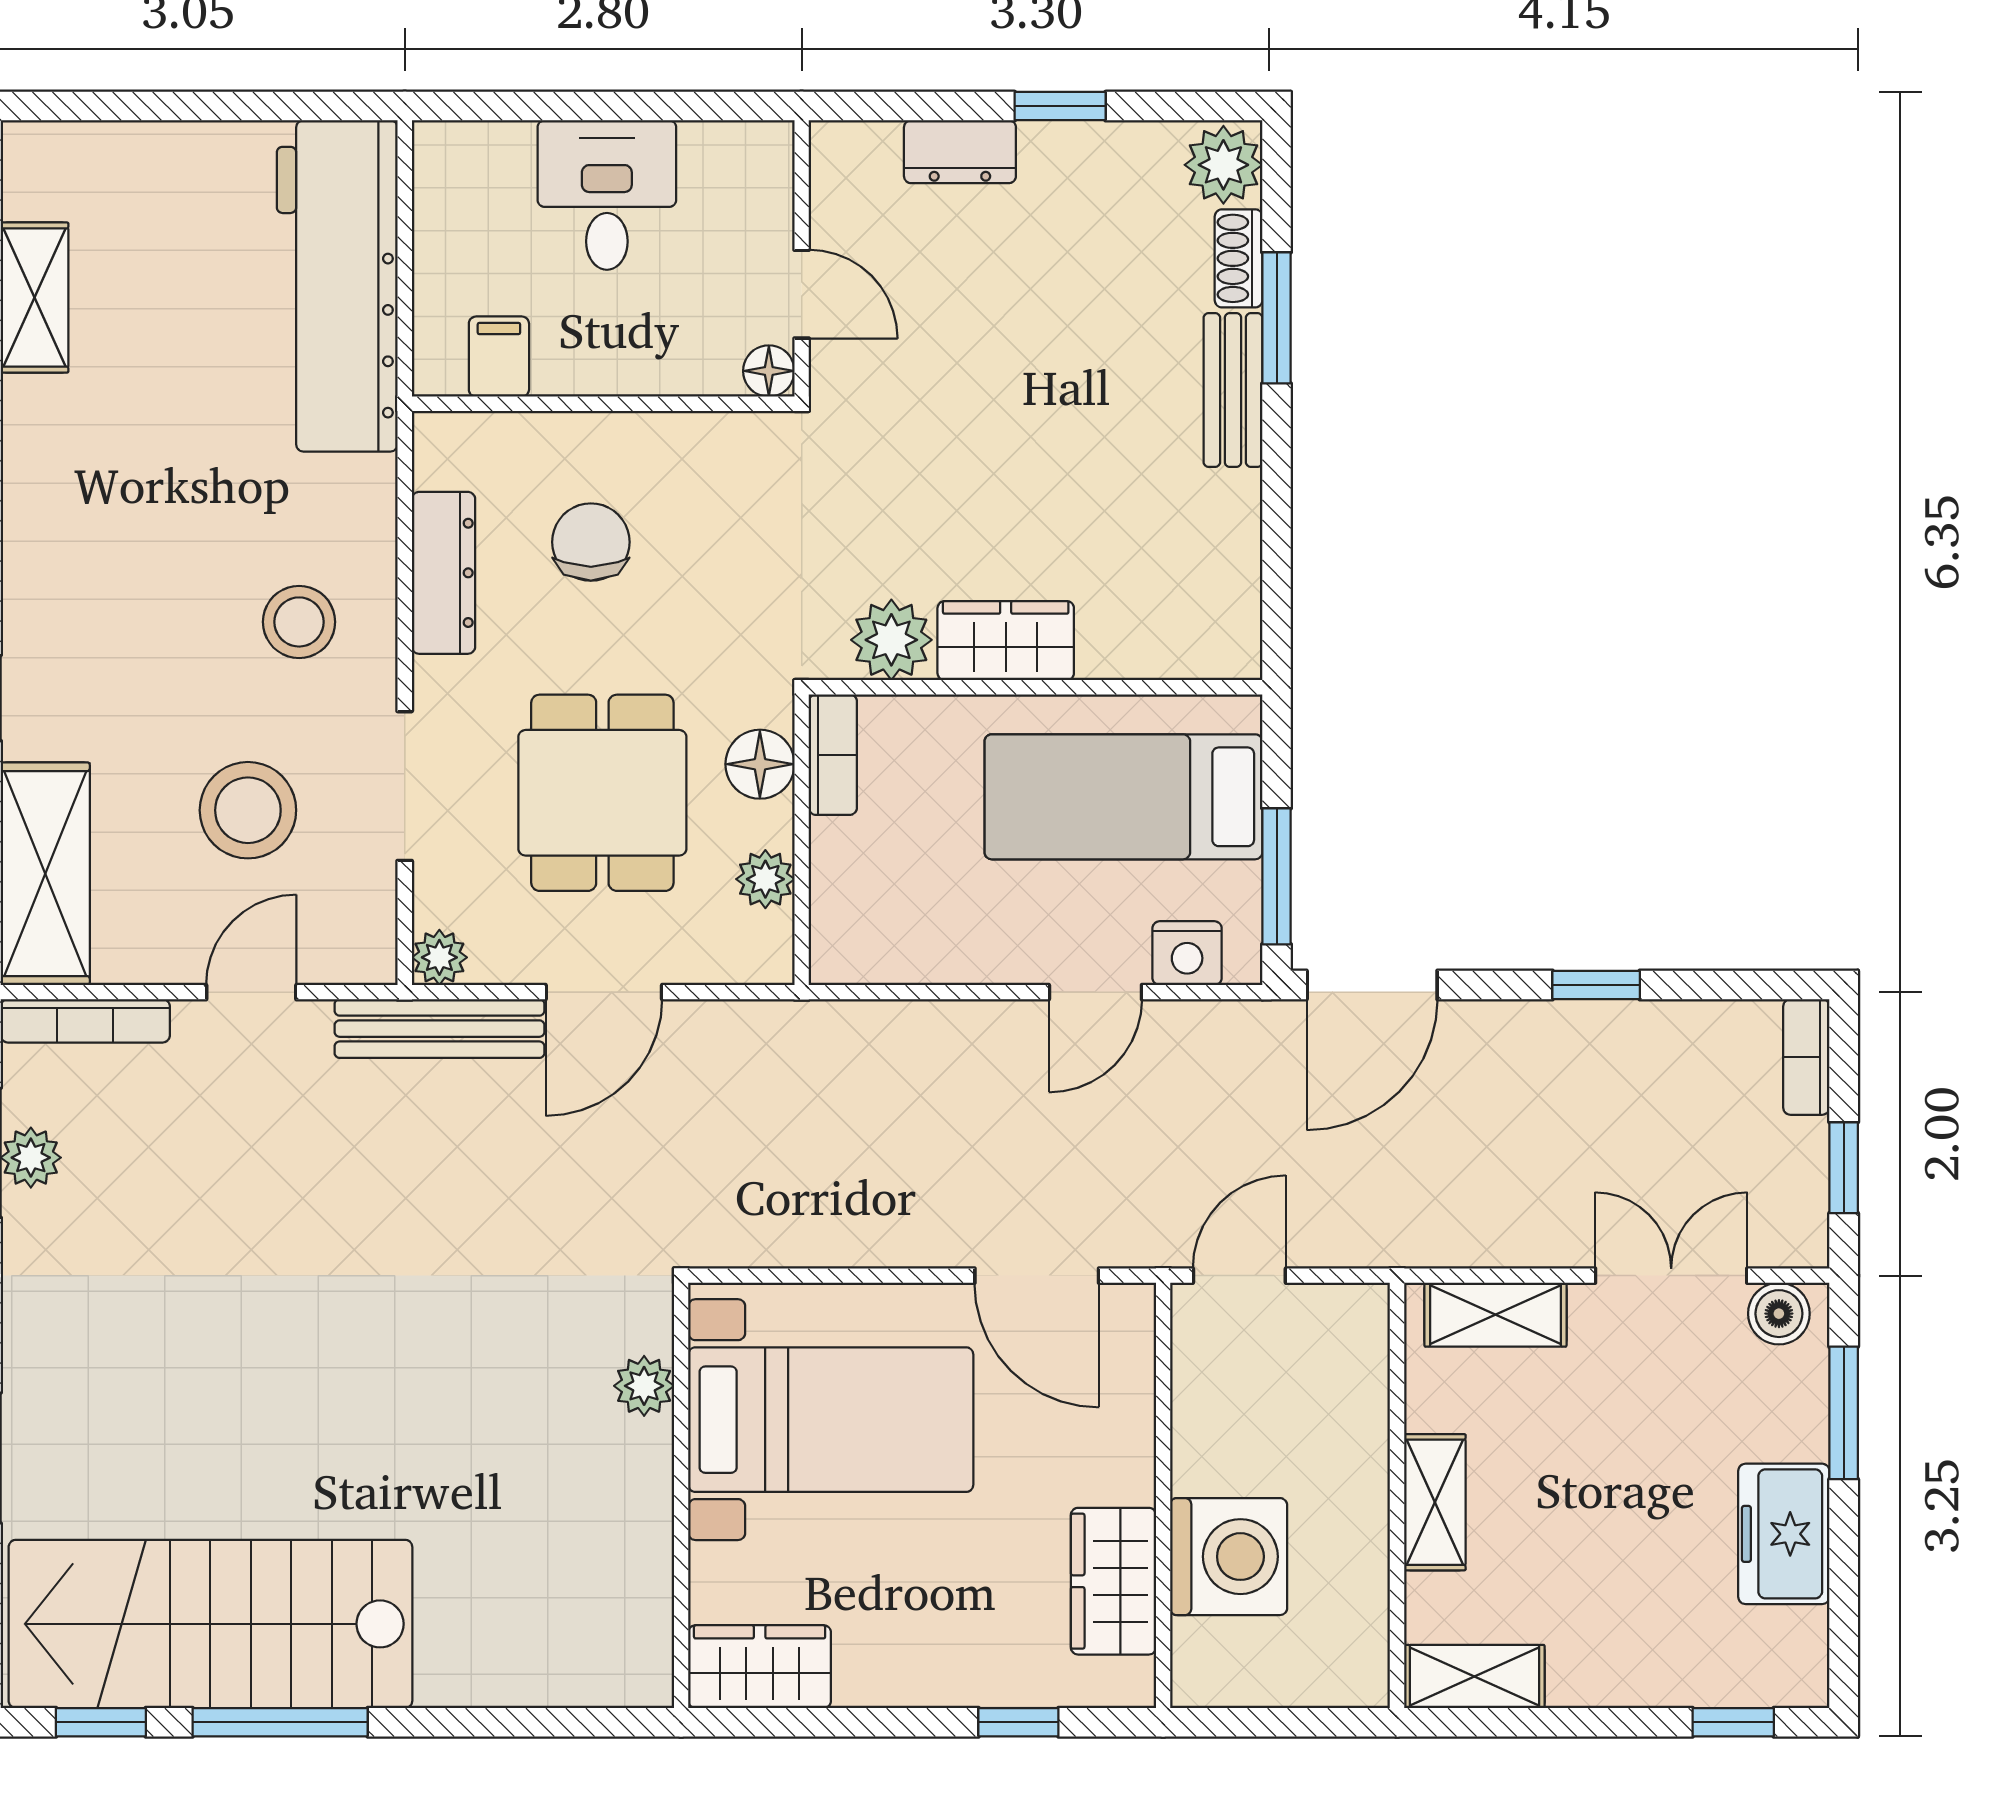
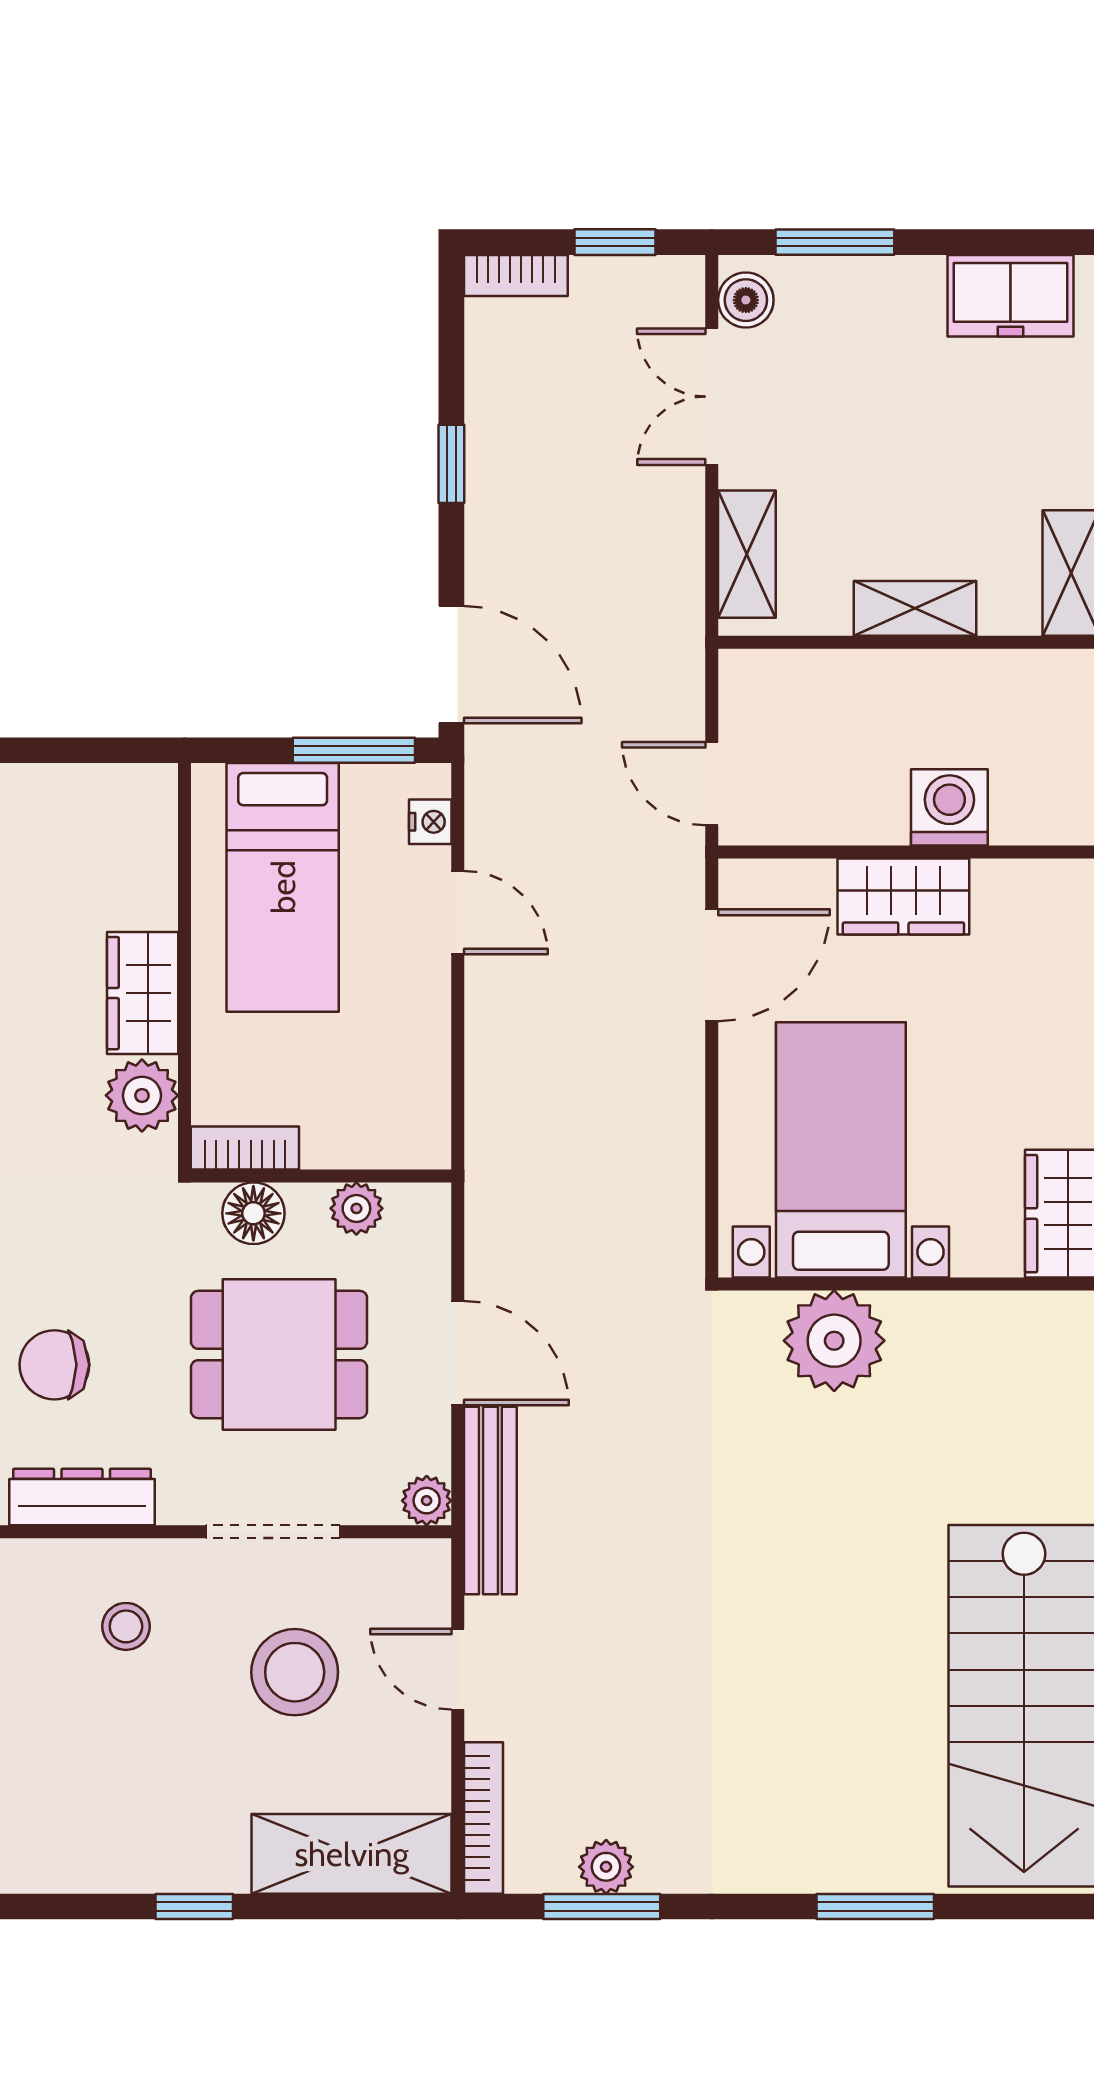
stool: (299, 622) -> (126, 1626), width x0.73, depth x0.73
nightstand: (1187, 953) -> (430, 822), width x0.72, depth x0.74
plant: (644, 1386) -> (834, 1341), width x1.87, depth x1.87
freezer: (1784, 1534) -> (1011, 296), moved
washing machine: (1229, 1557) -> (949, 807), width x0.73, depth x0.73
wardrobe: (1113, 1581) -> (903, 896), moved

